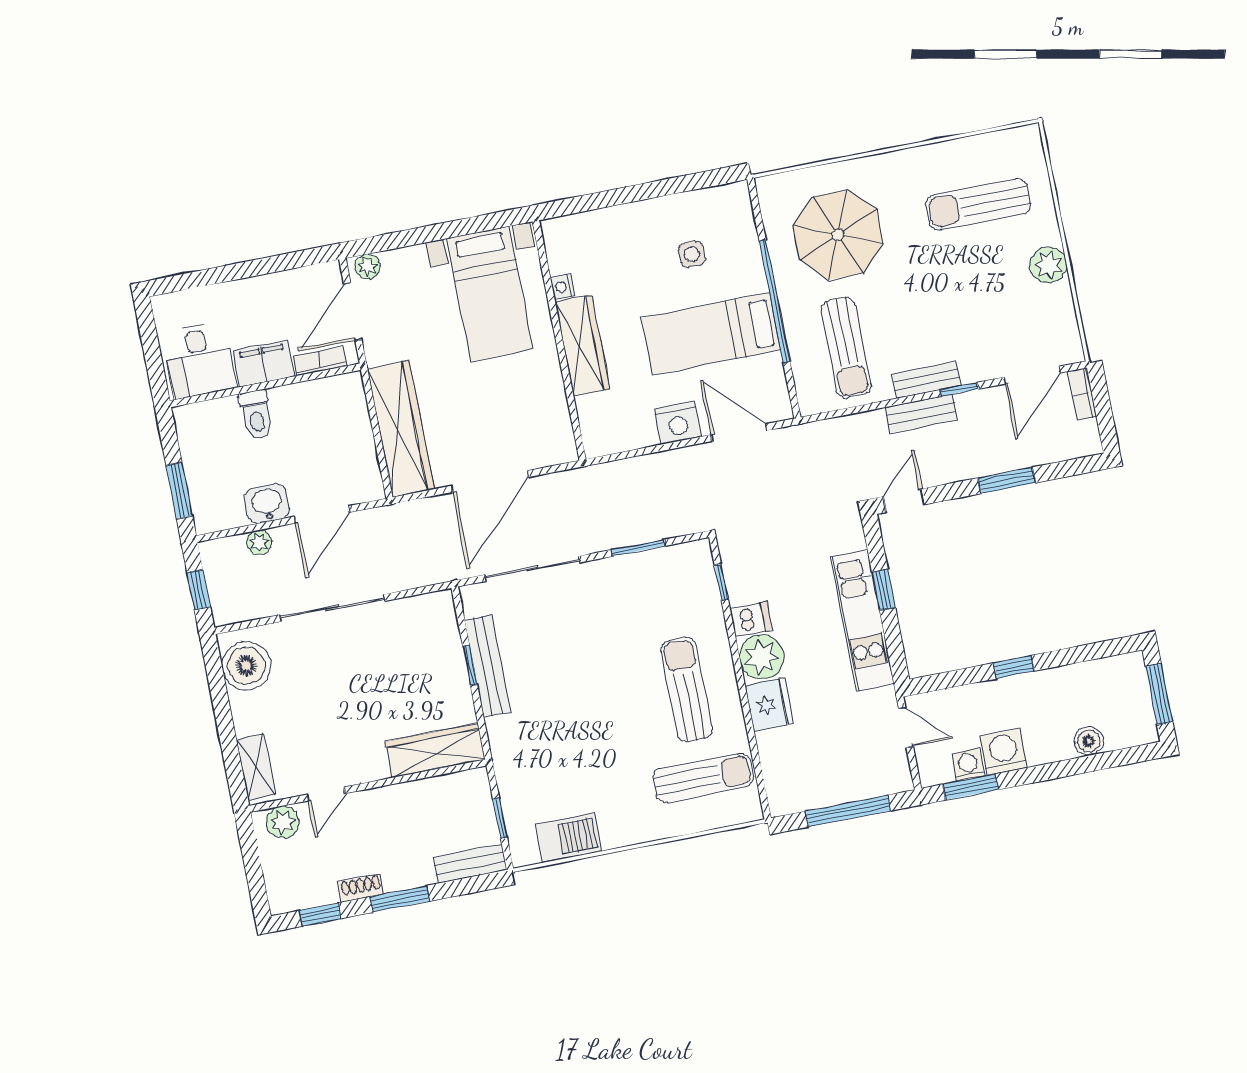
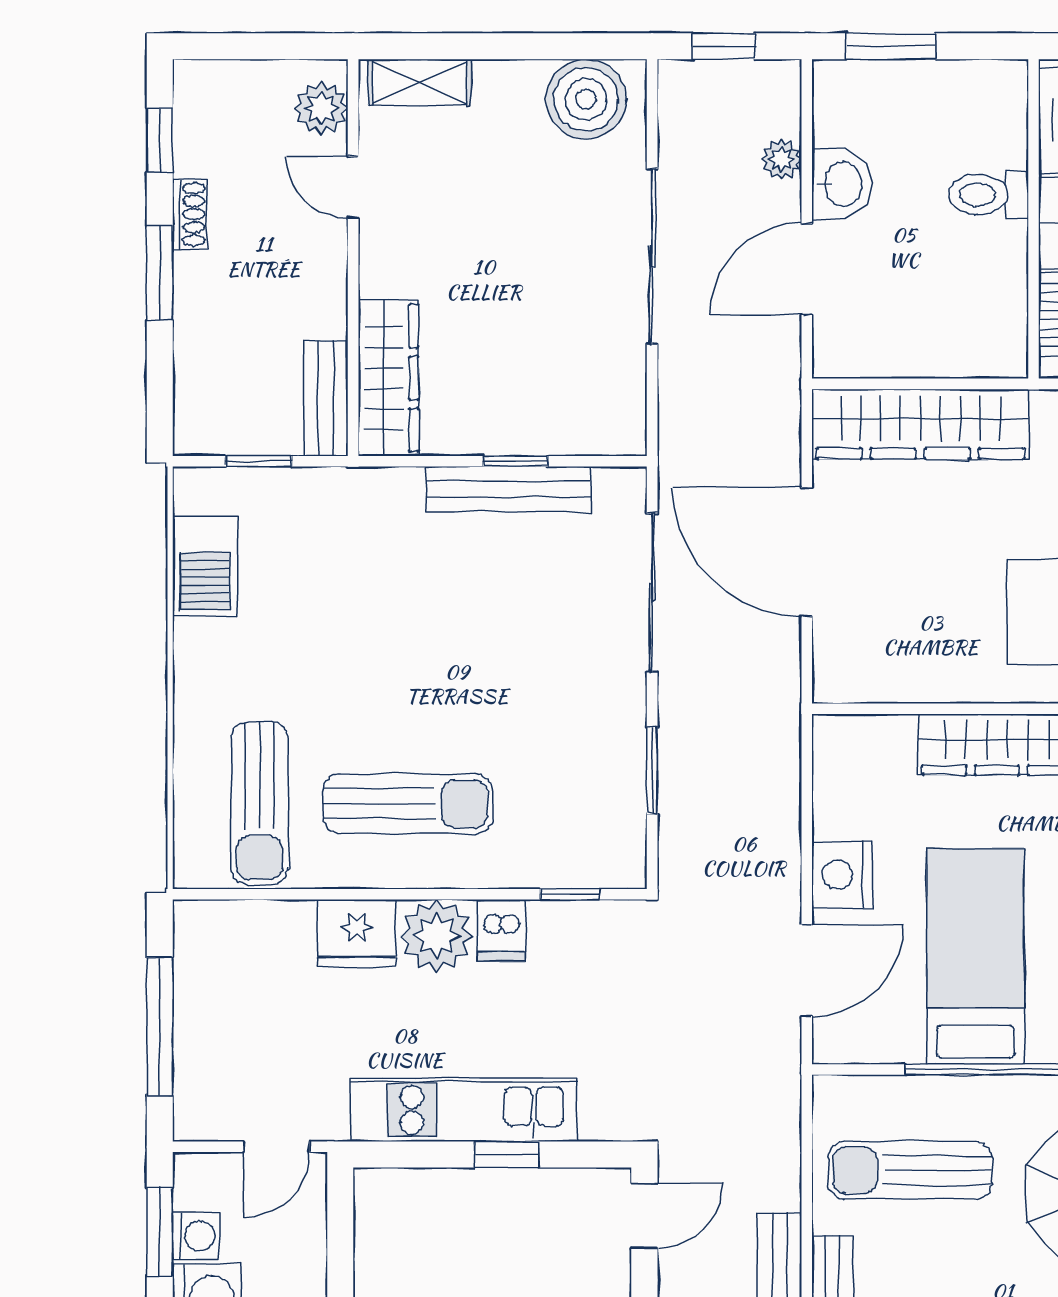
door: (904, 501) -> (644, 1216), hinge flipped
door: (322, 514) -> (807, 269), hinge flipped
bench: (470, 864) -> (326, 398), moved

